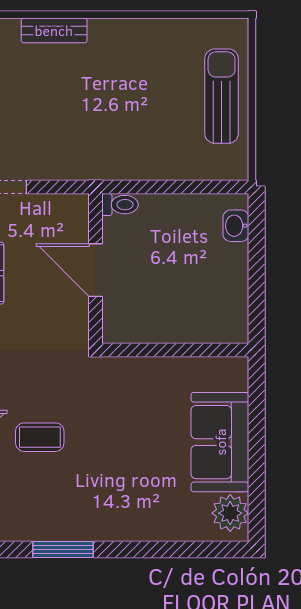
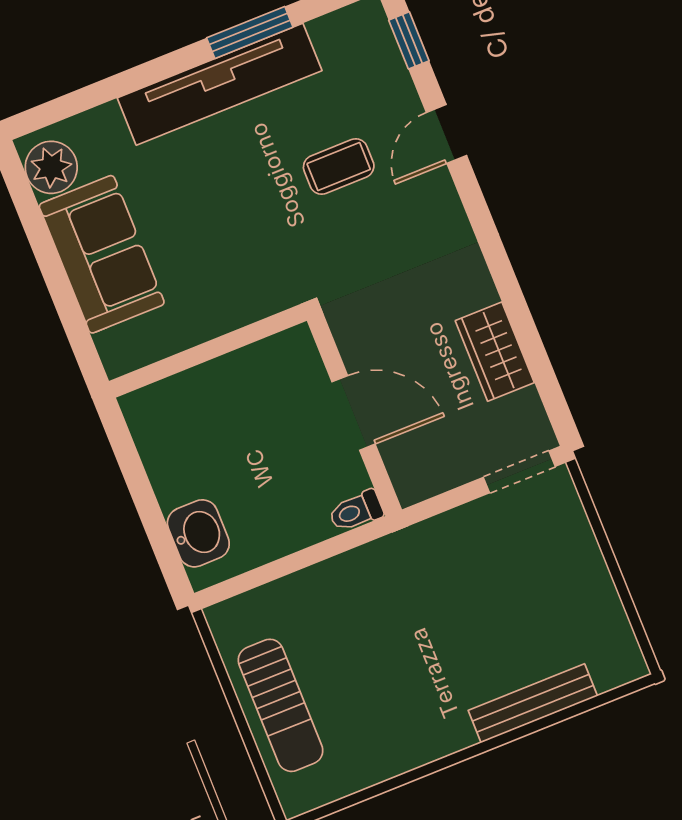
bench: (54, 30) -> (533, 703), width x1.36
washbasin: (236, 226) -> (198, 533), width x1.38, depth x1.45
tv unit: (97, 523) -> (220, 84), added

